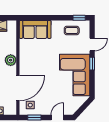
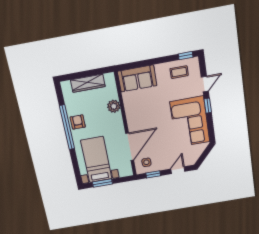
plant: (11, 60) -> (114, 106), moved

